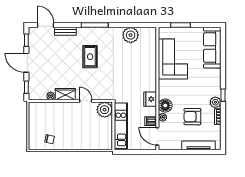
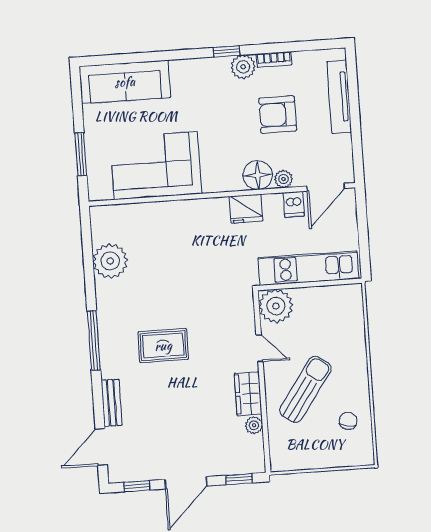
door: (86, 101) -> (260, 348), swing flipped
armchair: (192, 117) -> (278, 115), turned 90
sun lounger: (65, 121) -> (305, 389), added

